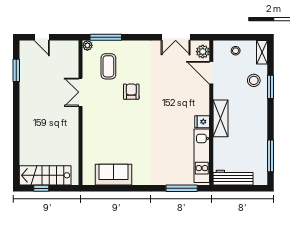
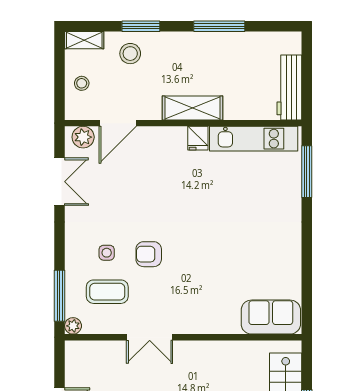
side table: (132, 66) -> (107, 253), added
window: (270, 156) -> (219, 26), moved
sofa: (114, 175) -> (271, 317), moved, turned 90

